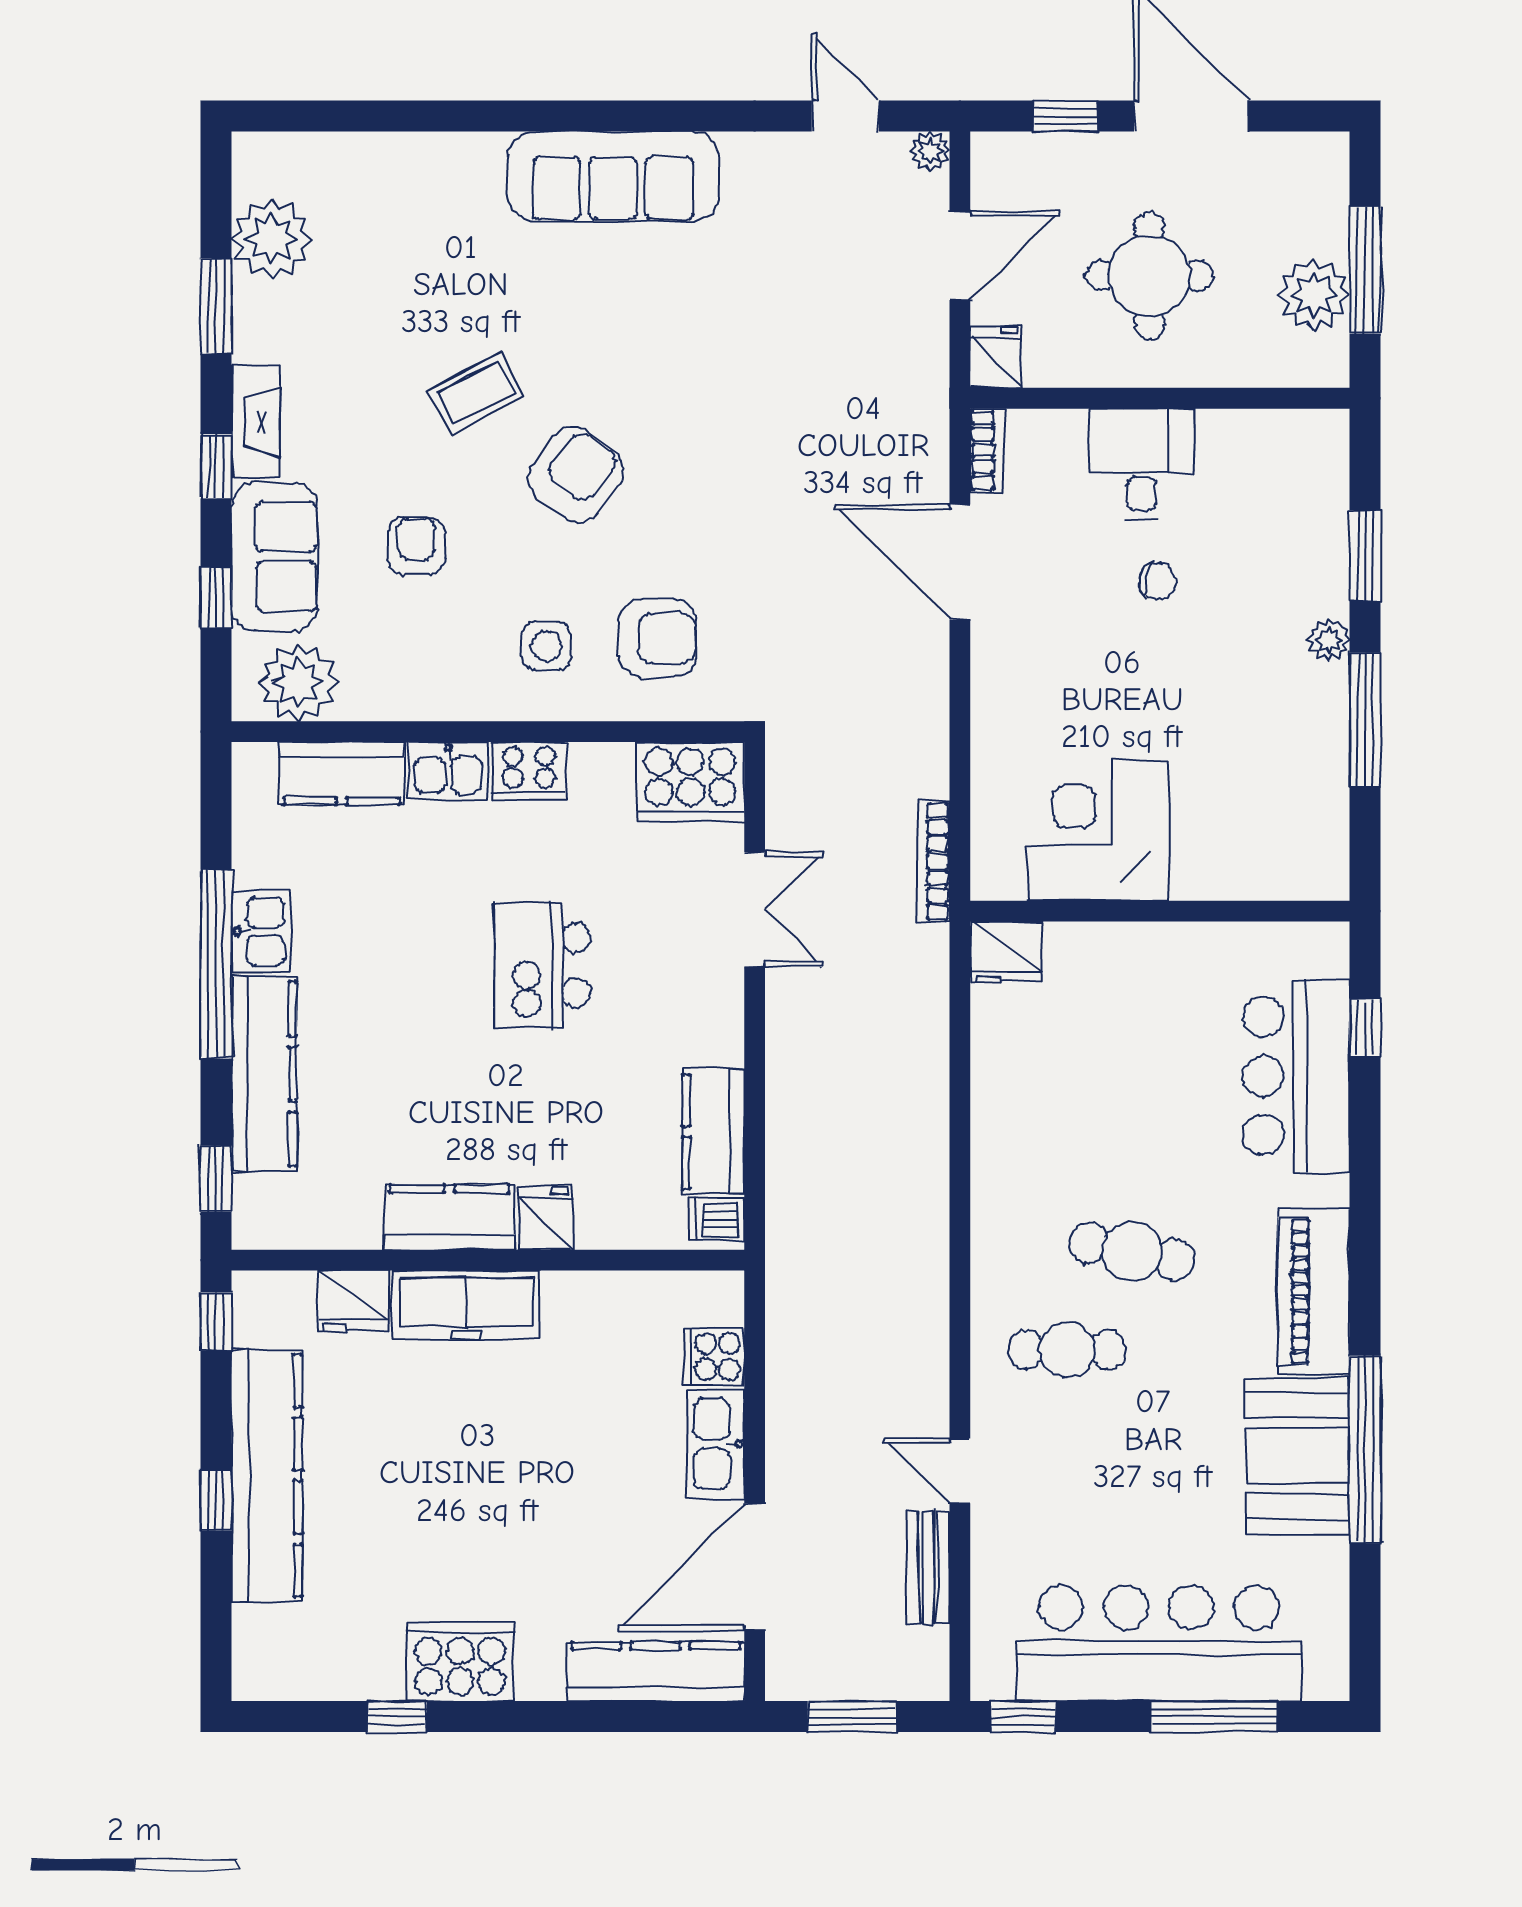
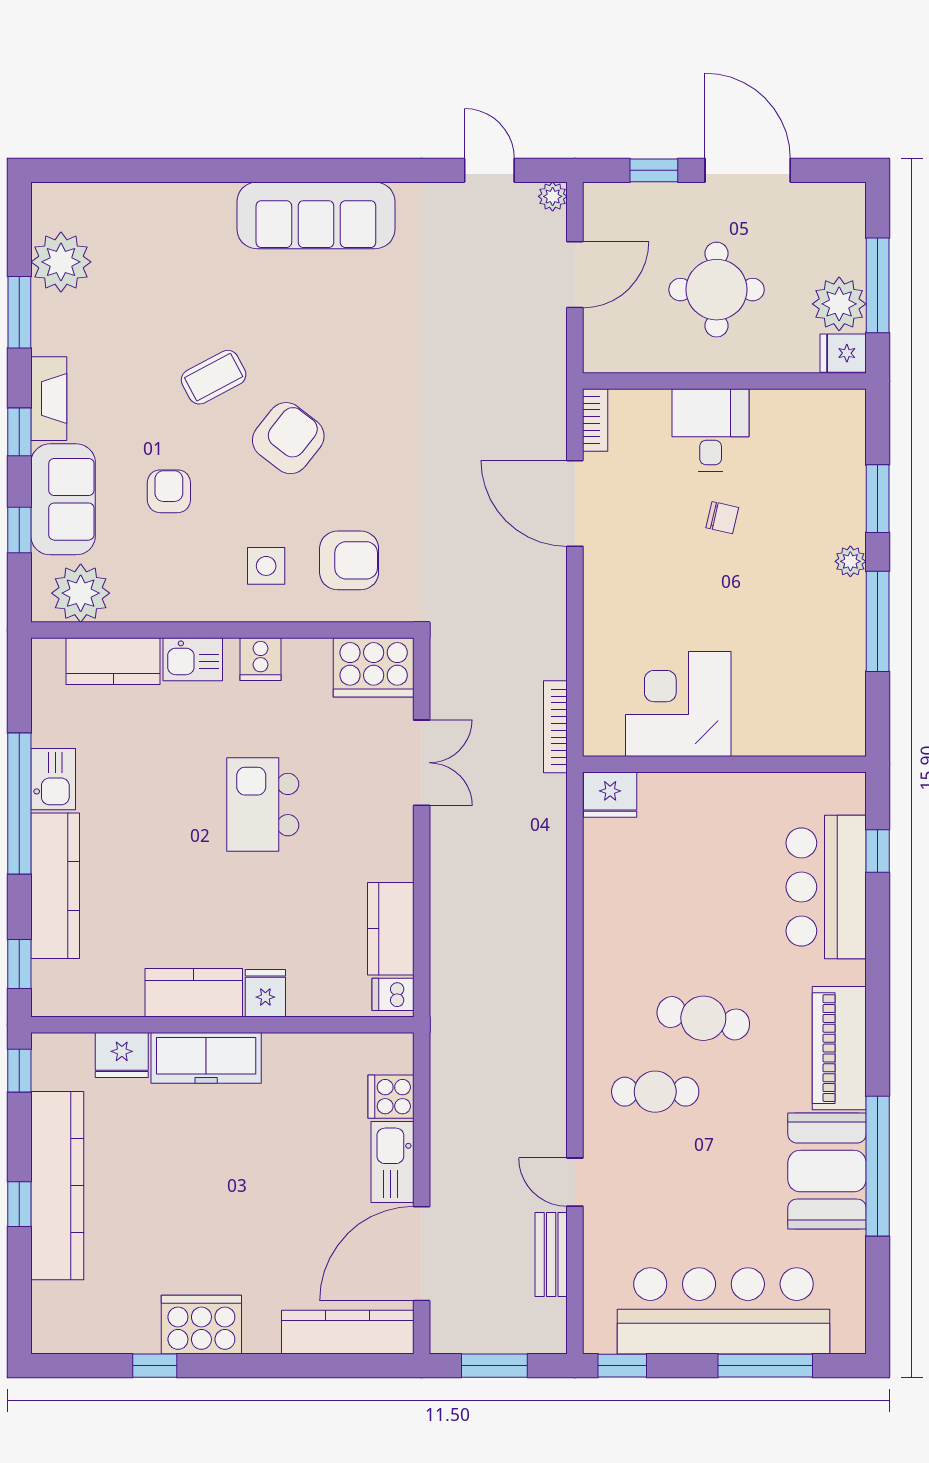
fridge: (996, 357) -> (843, 353), moved, turned -90
cooker: (529, 771) -> (261, 659), width x0.73

